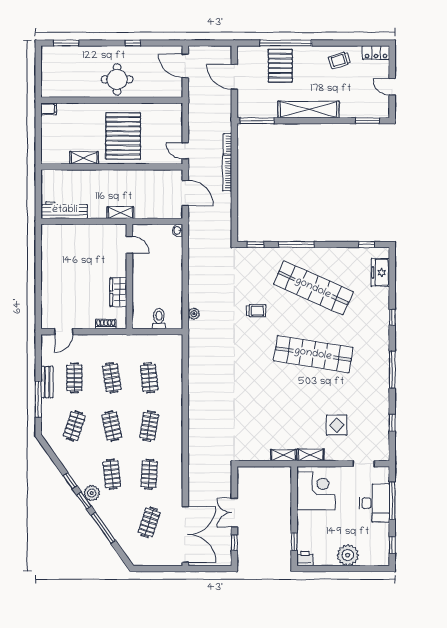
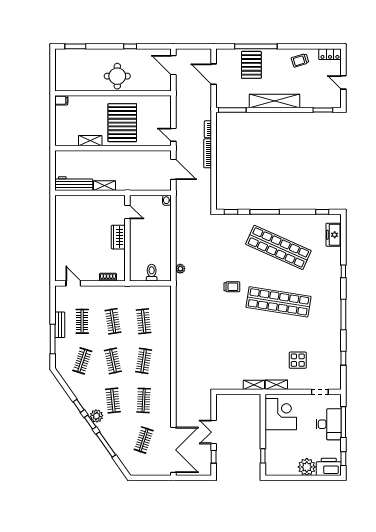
shelving: (120, 213) -> (105, 186), moved
wardrobe: (118, 292) -> (118, 237), moved
trolley: (256, 311) -> (232, 287), moved
door: (64, 332) -> (73, 283), swing flipped
printer: (305, 559) -> (329, 467), moved, width x1.87, depth x1.48

